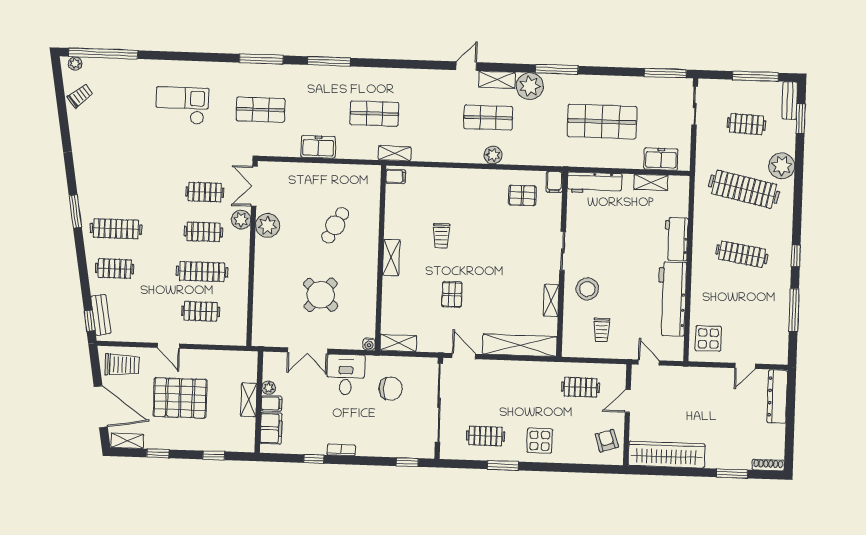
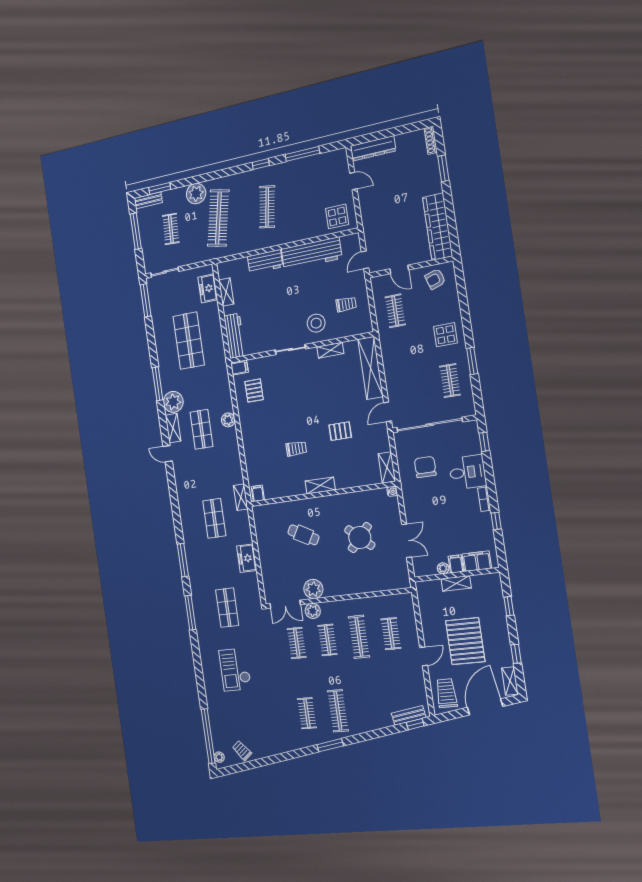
clothes rail: (115, 269) -> (307, 713), moved
desk: (346, 375) -> (468, 472), moved, turned 180

